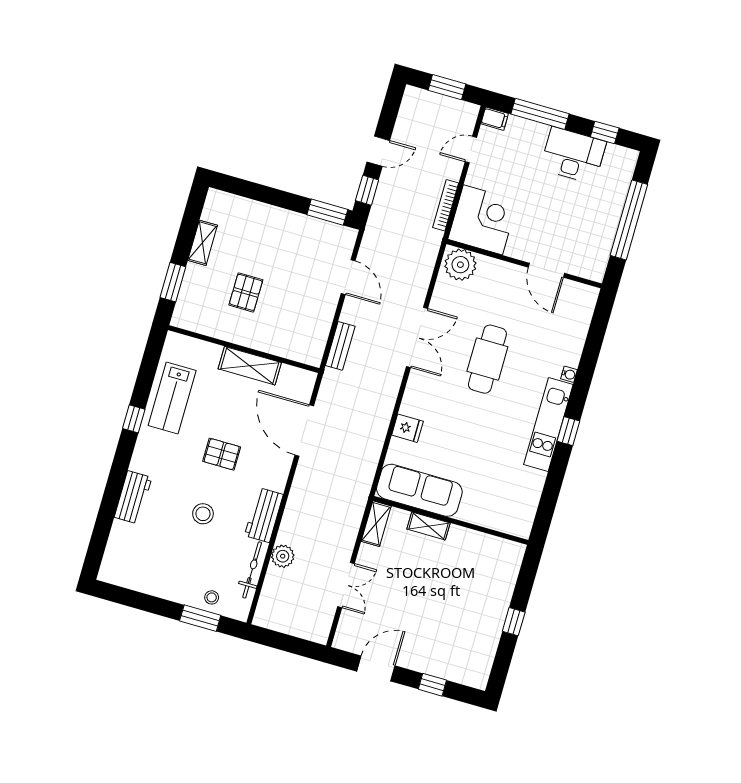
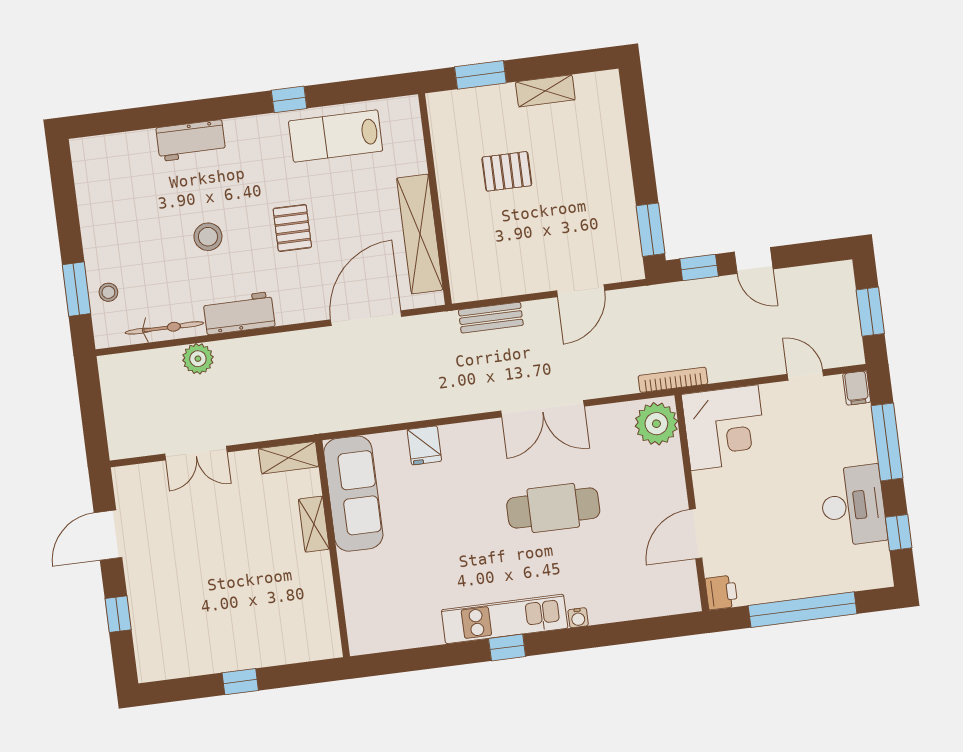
bookcase: (446, 205) -> (673, 380), moved
printer: (594, 270) -> (721, 592), added
shelving: (250, 366) -> (420, 234), width x1.47
door: (376, 669) -> (108, 535), swing flipped

